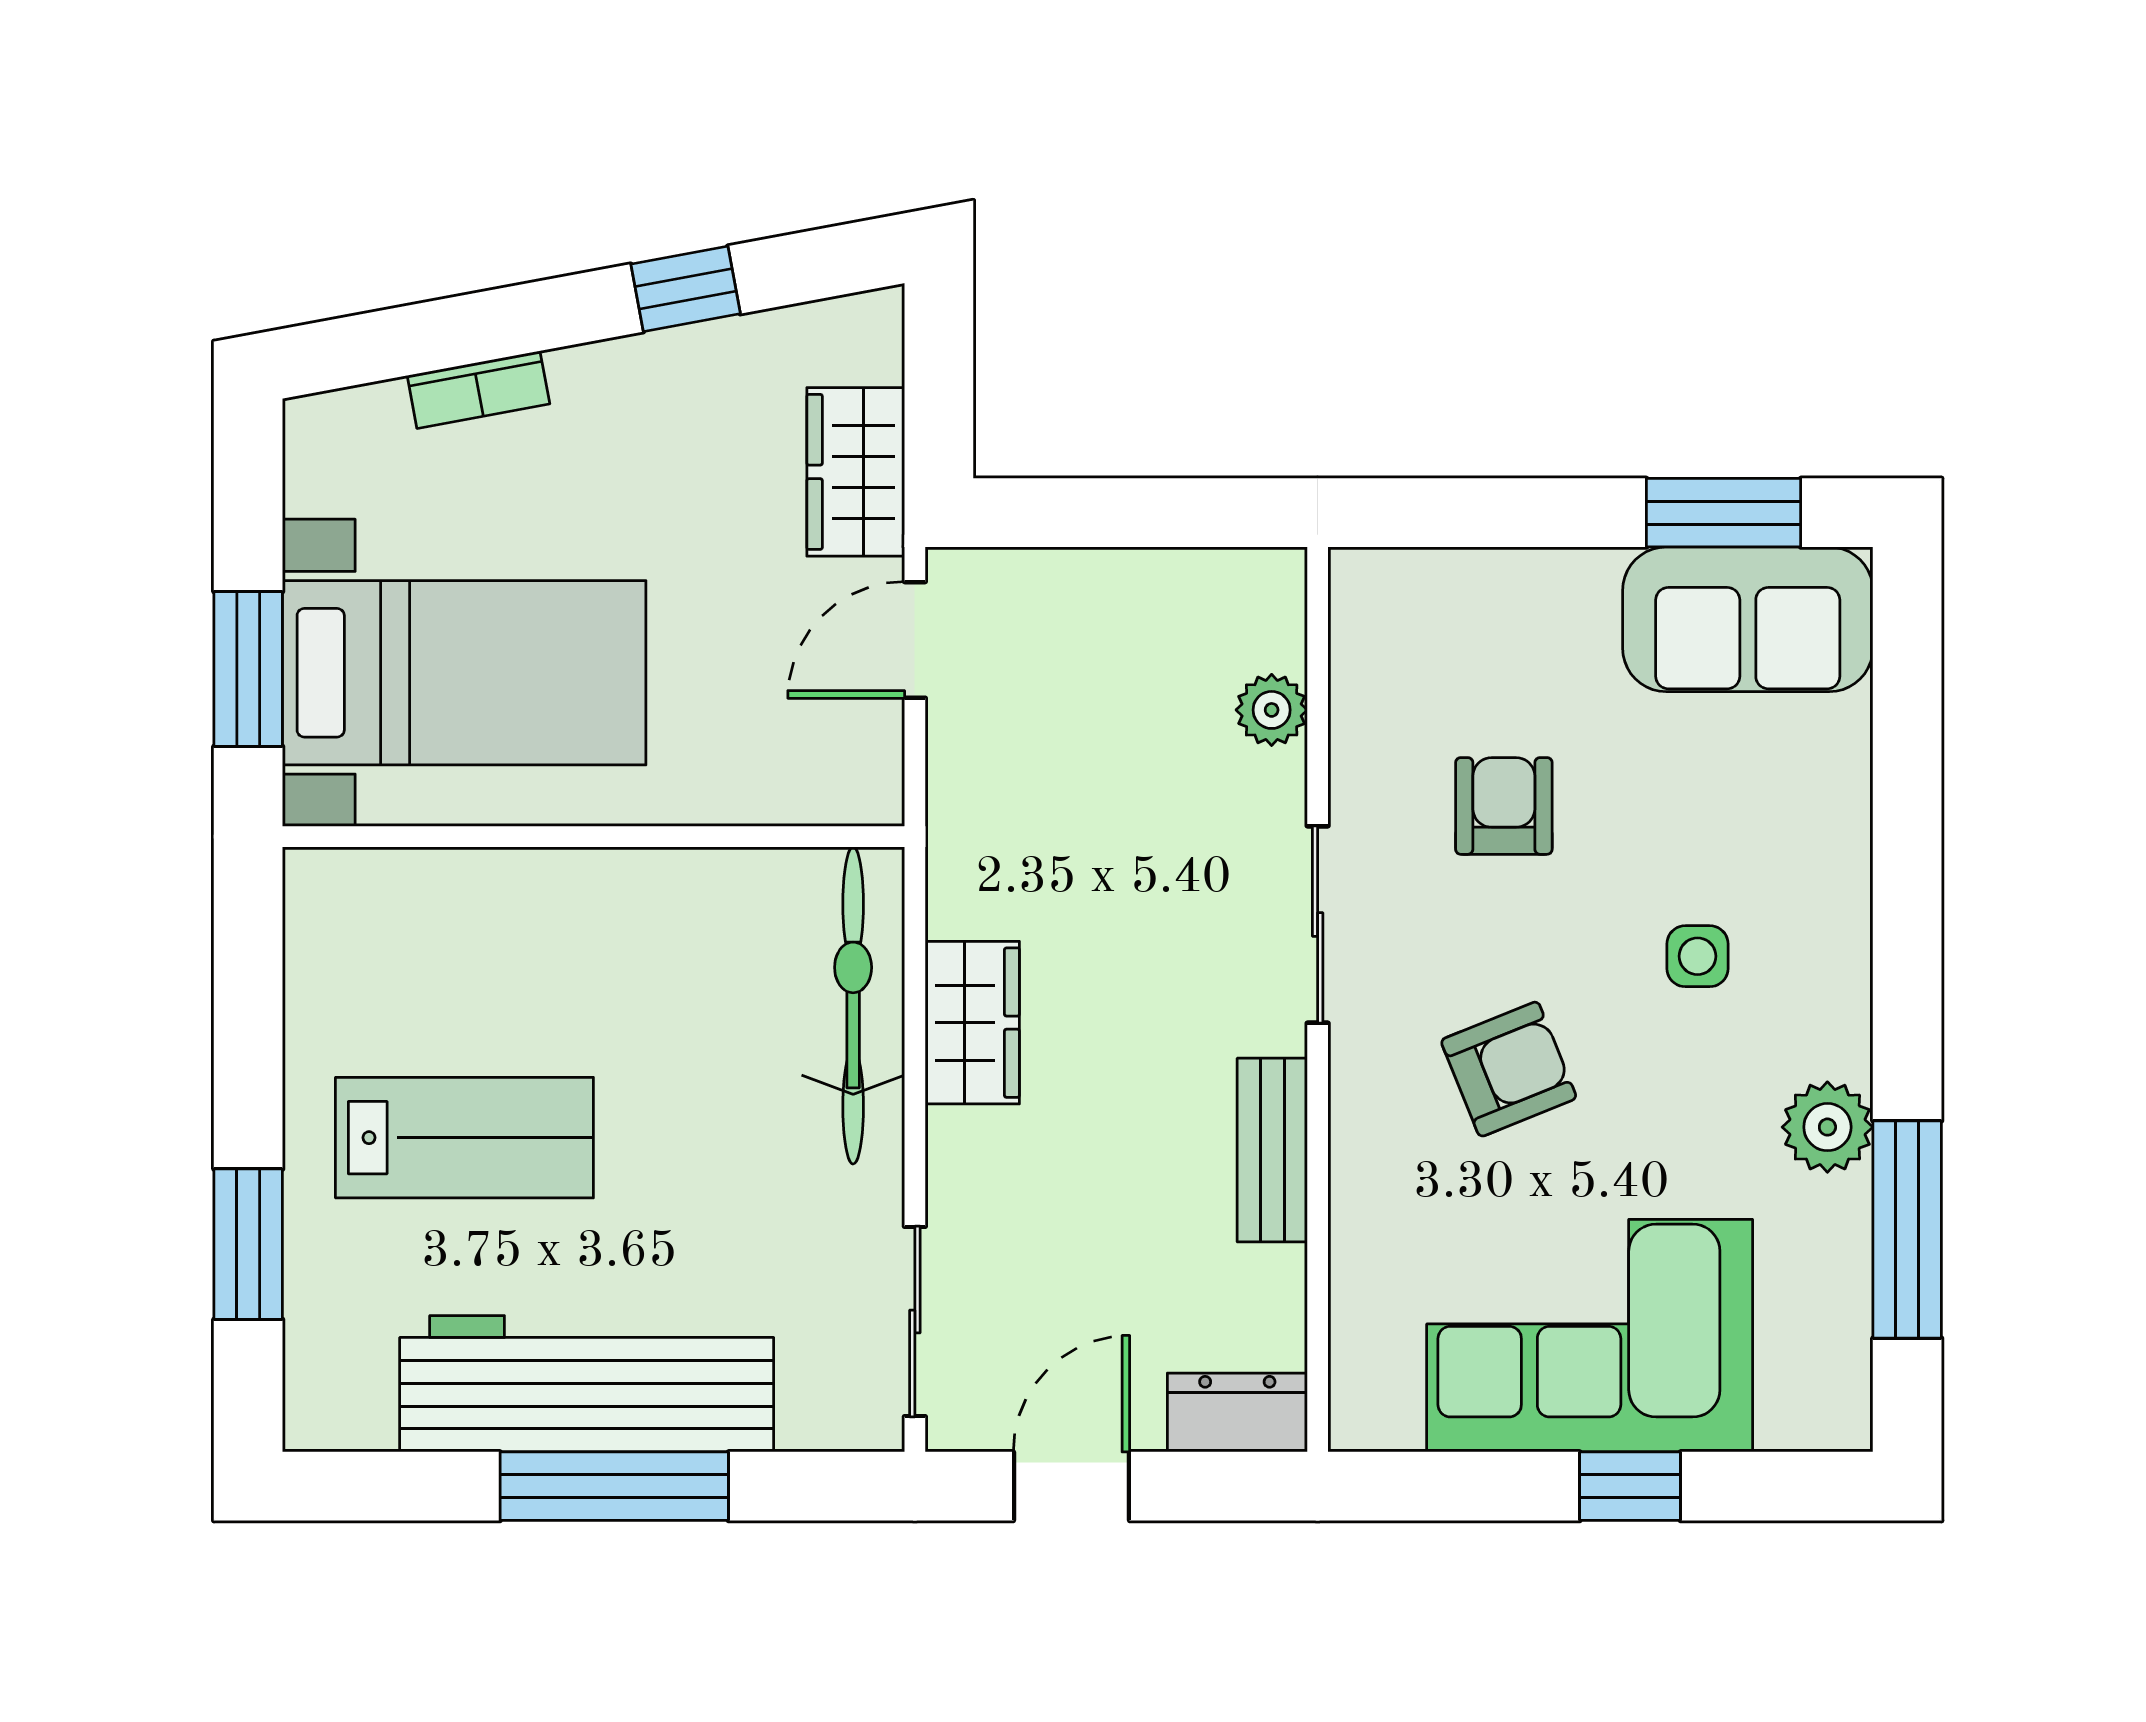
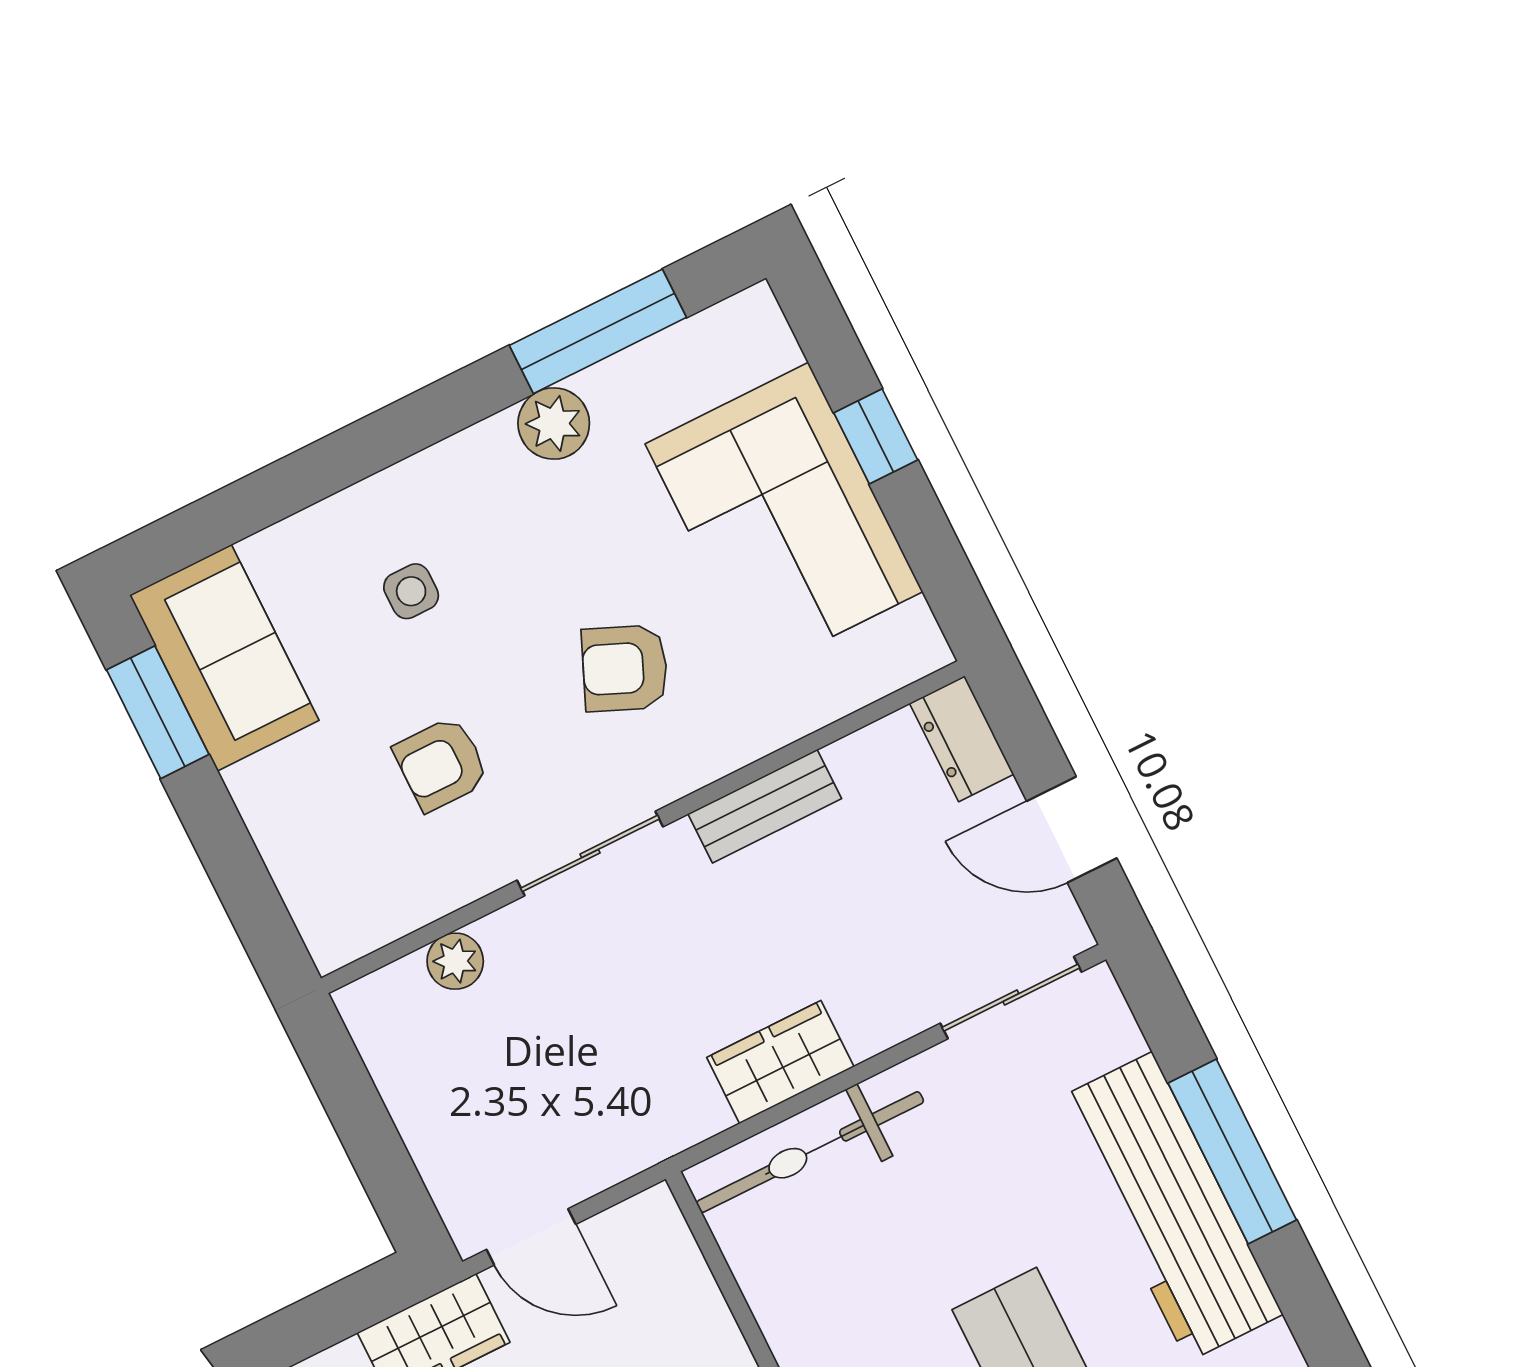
side table: (1698, 956) -> (411, 591), moved
armchair: (1509, 1069) -> (625, 668), turned -45

